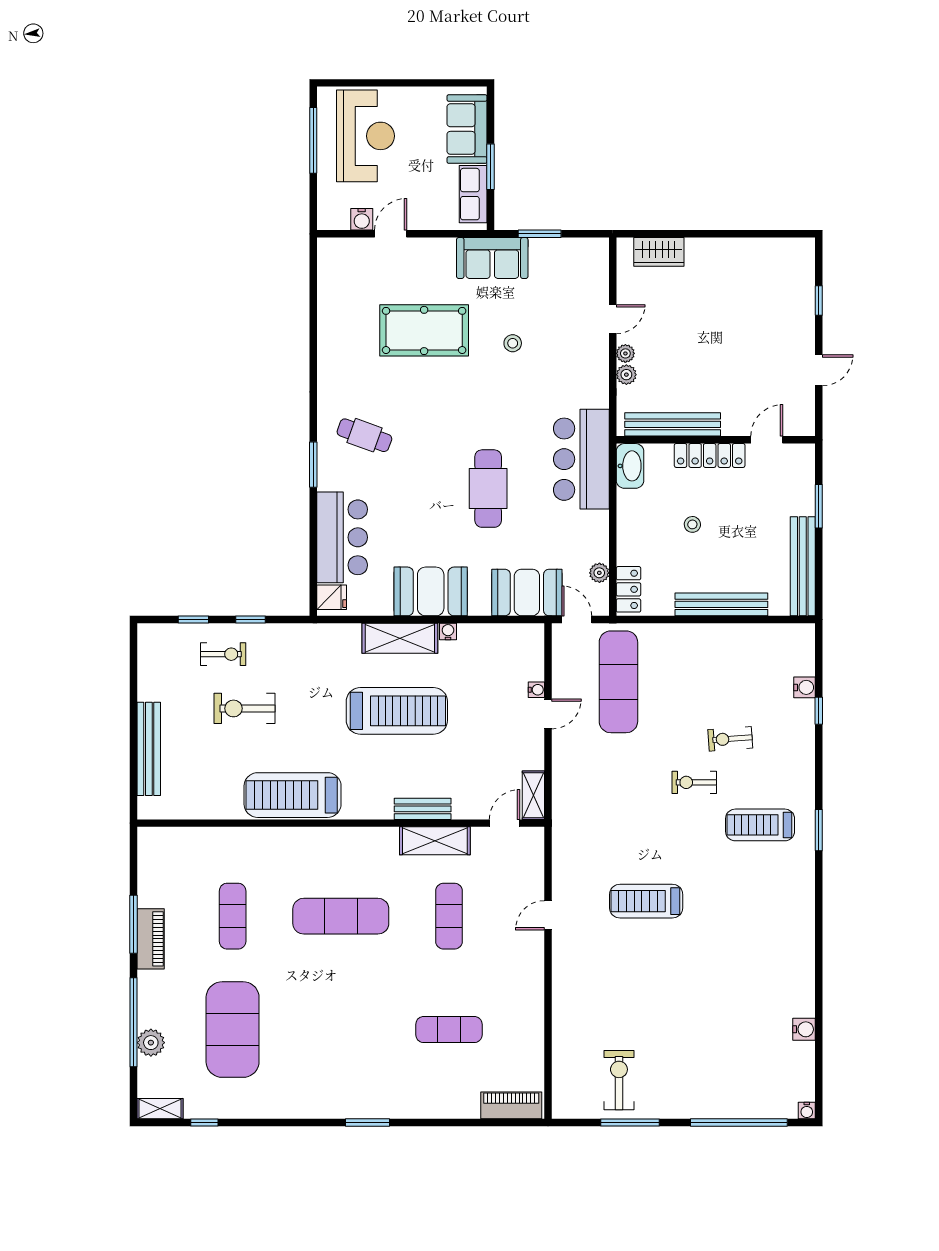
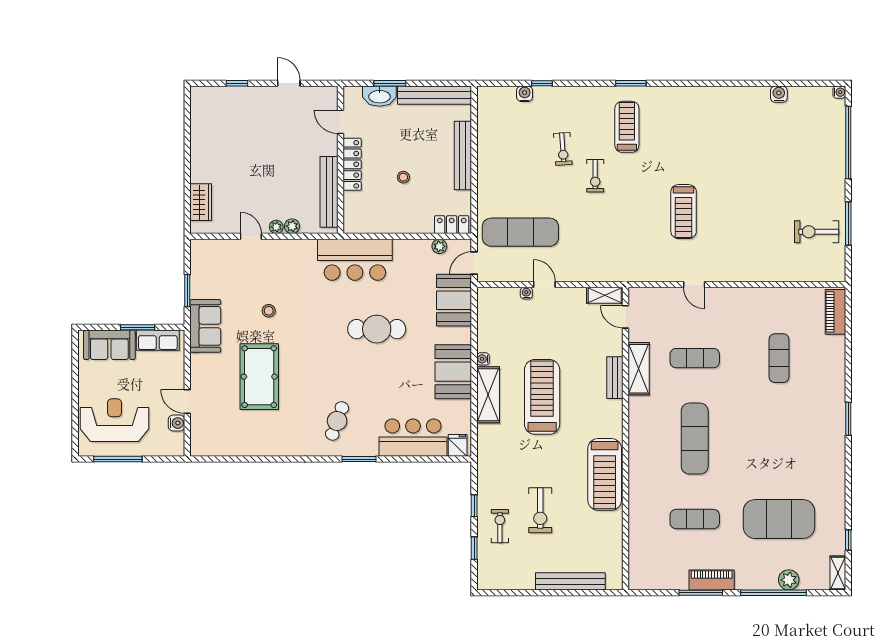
washbasin: (630, 466) -> (379, 96), moved, turned 180
treadmill: (760, 825) -> (627, 127), turned 180

